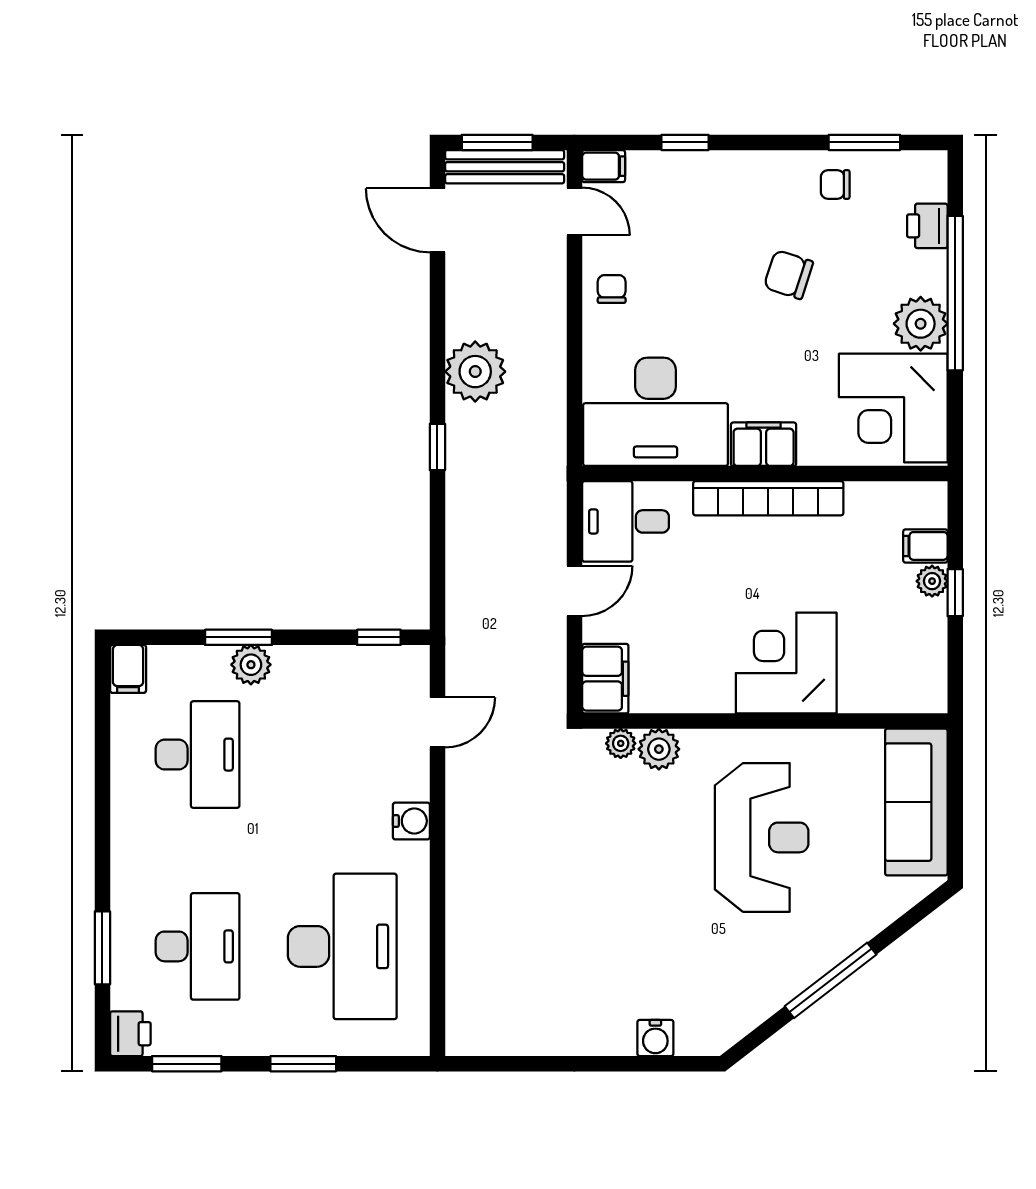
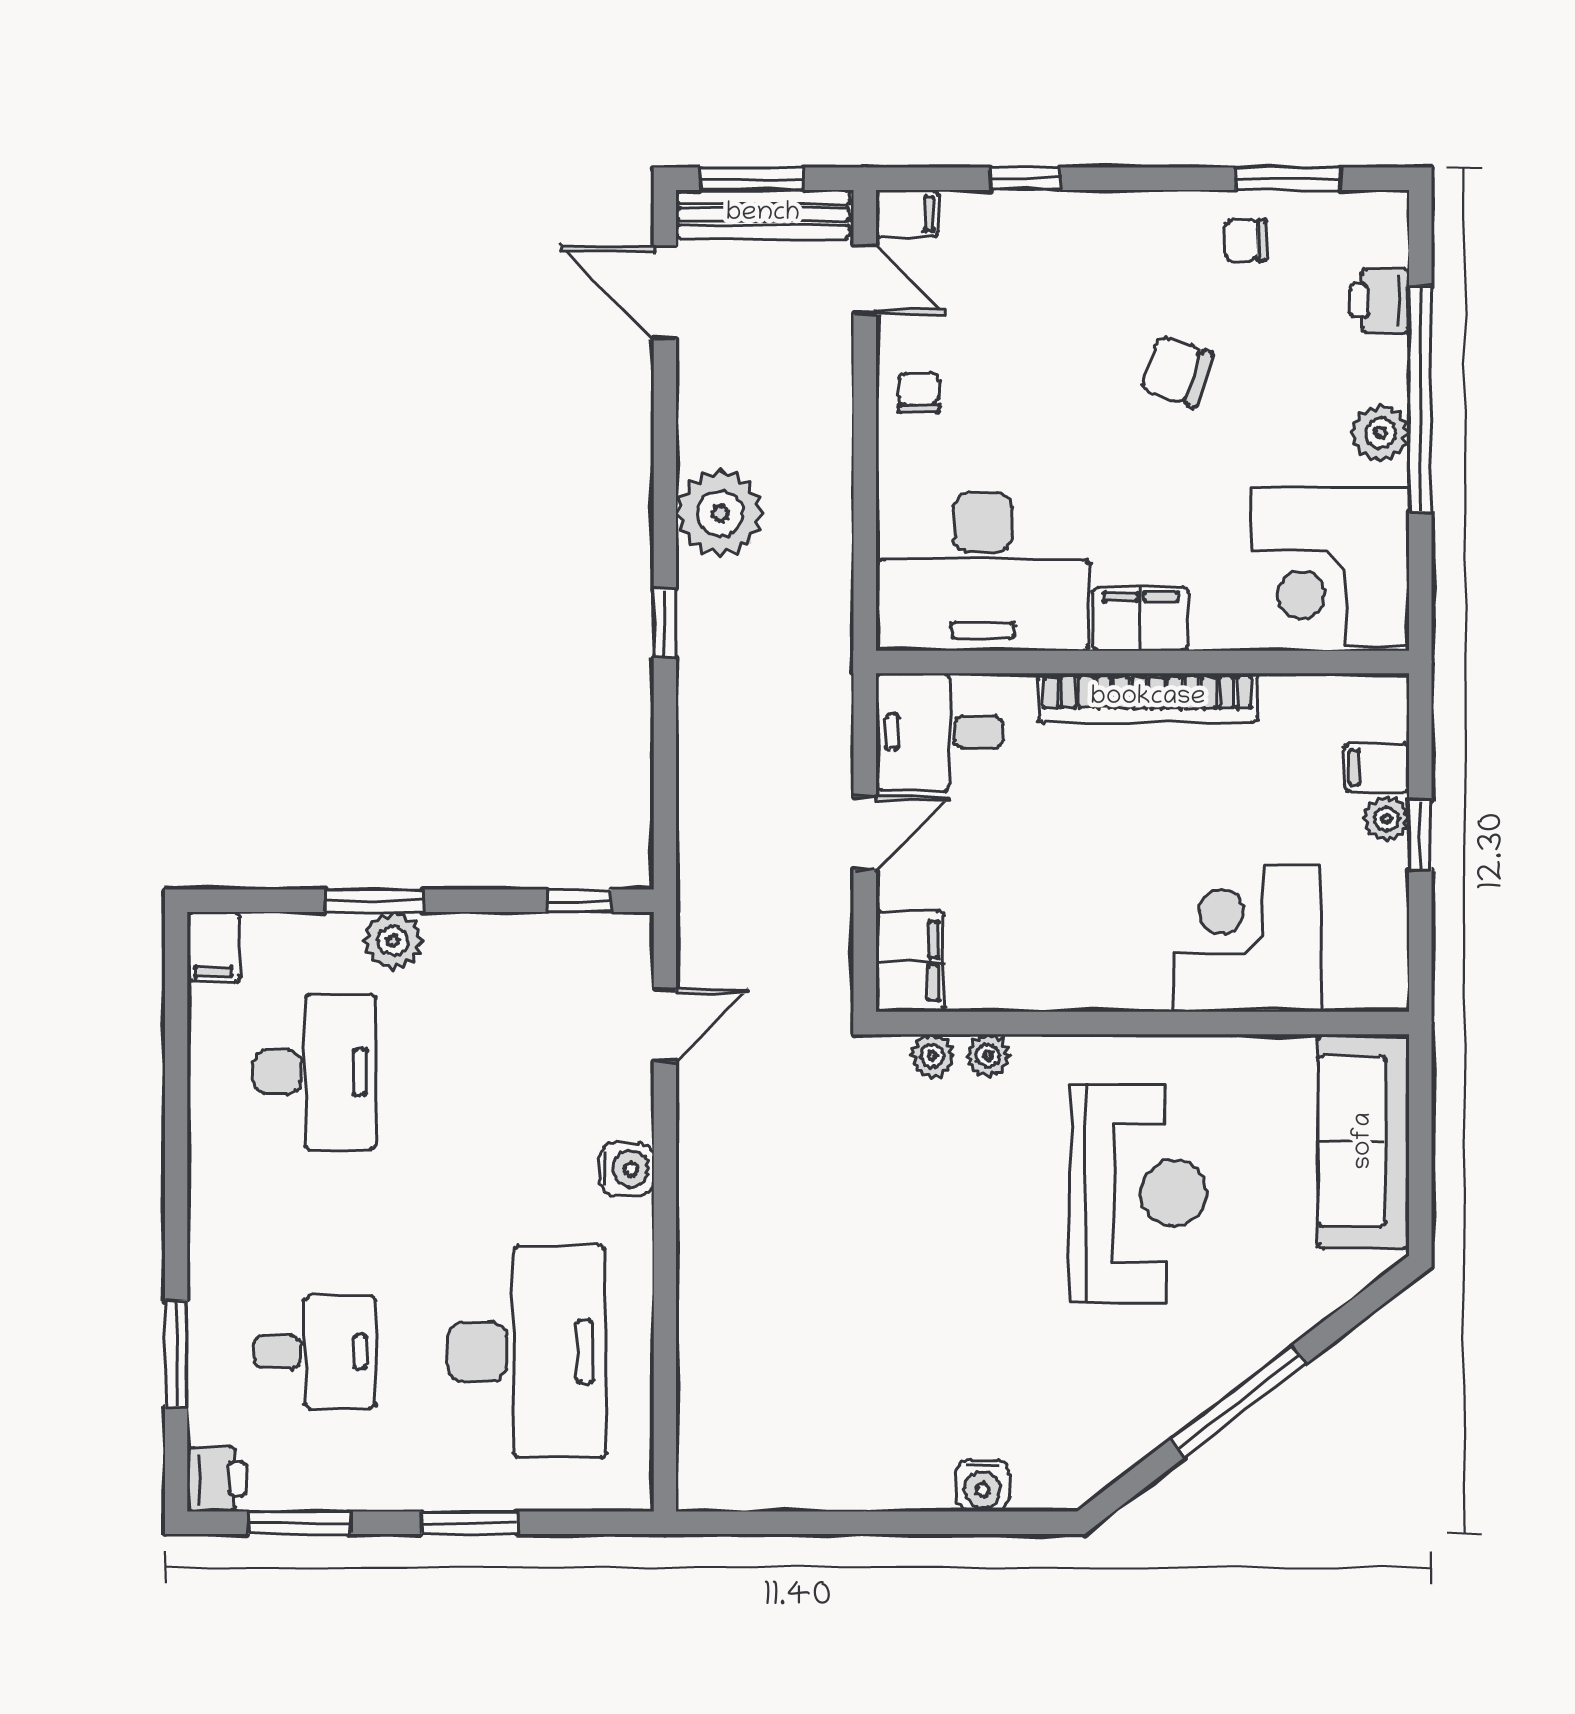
plant: (921, 324) -> (1380, 433), width x0.73, depth x0.73
corner desk: (786, 663) -> (1248, 938), moved
plant: (659, 749) -> (988, 1056), width x0.73, depth x0.73
desk: (198, 946) -> (315, 1352), width x0.73

